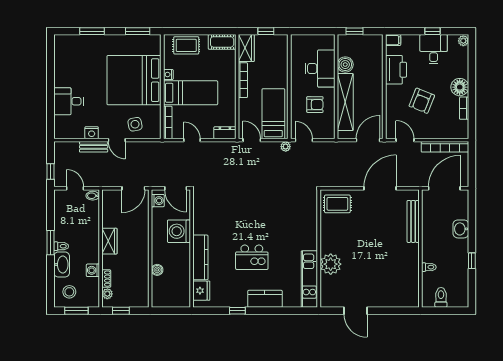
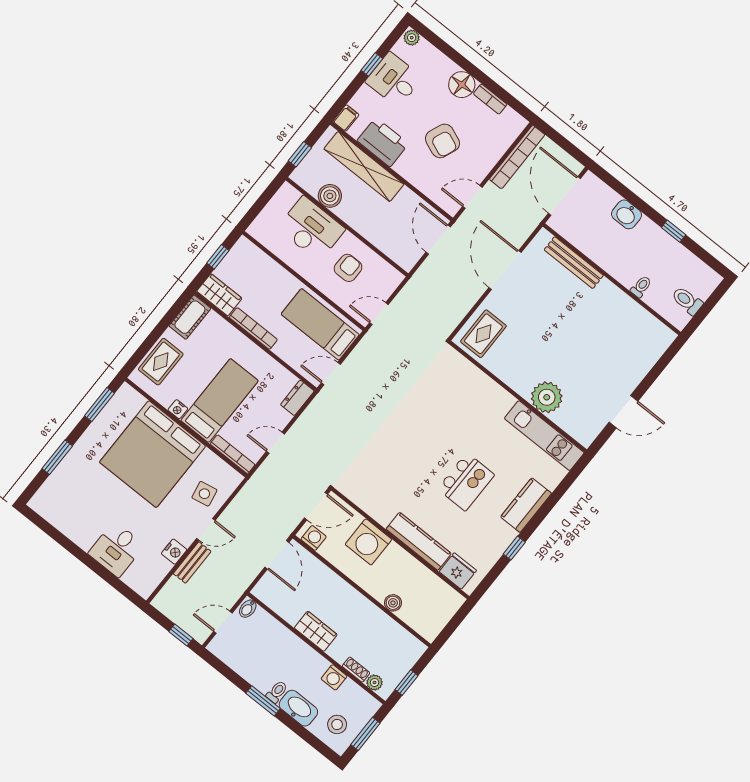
shelving: (345, 102) -> (364, 166), moved
plant: (286, 147) -> (369, 341), removed

